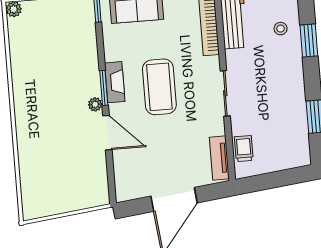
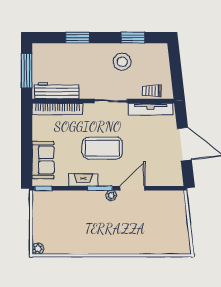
stool: (281, 29) -> (122, 62), moved, width x1.89, depth x1.89
fireplace: (115, 82) -> (83, 180), moved
tv unit: (219, 158) -> (151, 109), width x1.41

